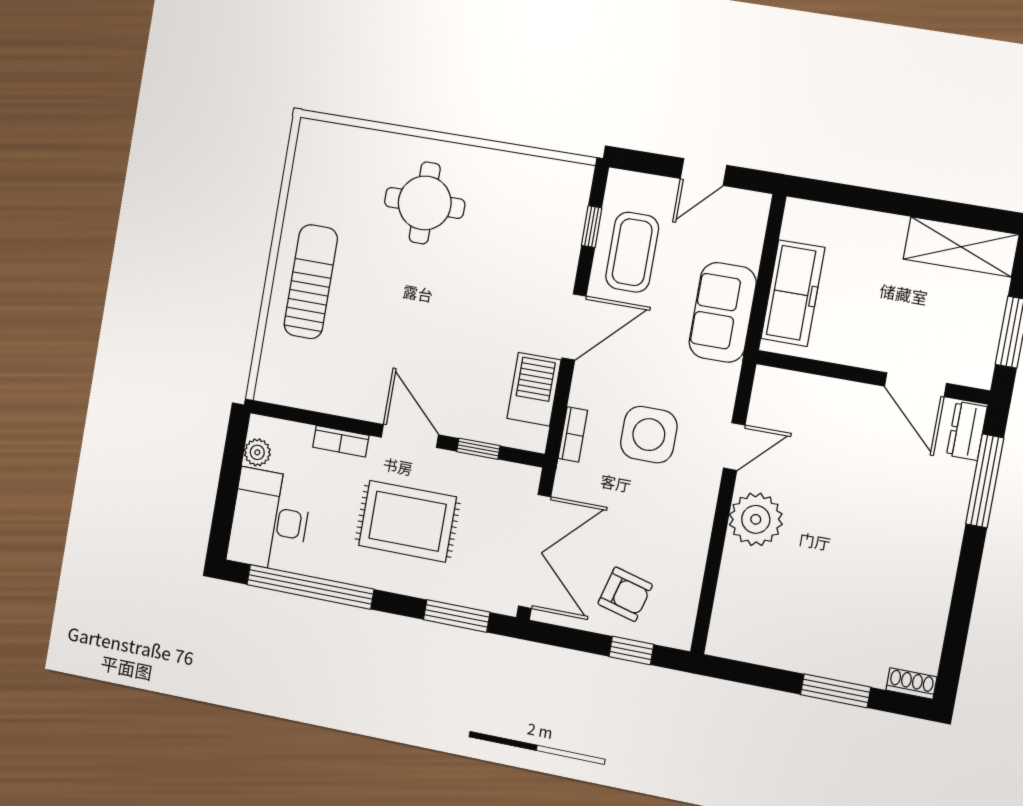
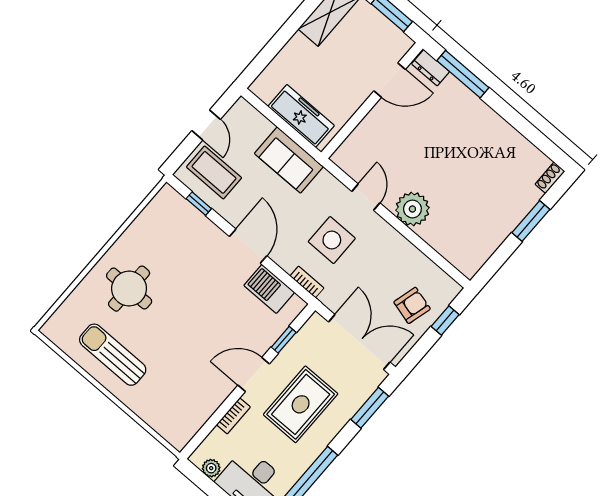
coffee table: (632, 252) -> (214, 172), moved
sun lounger: (311, 282) -> (113, 355), moved

